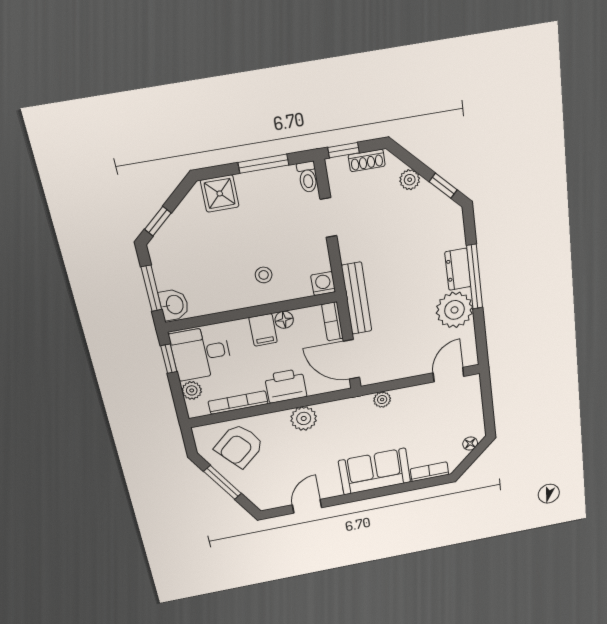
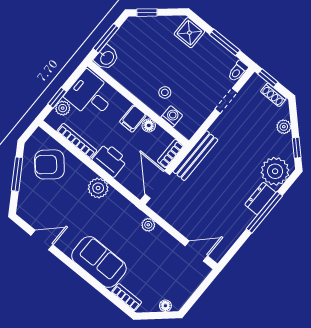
washing machine: (323, 284) -> (172, 116), moved
plant: (455, 310) -> (275, 171), moved
window: (169, 359) -> (57, 98), moved

